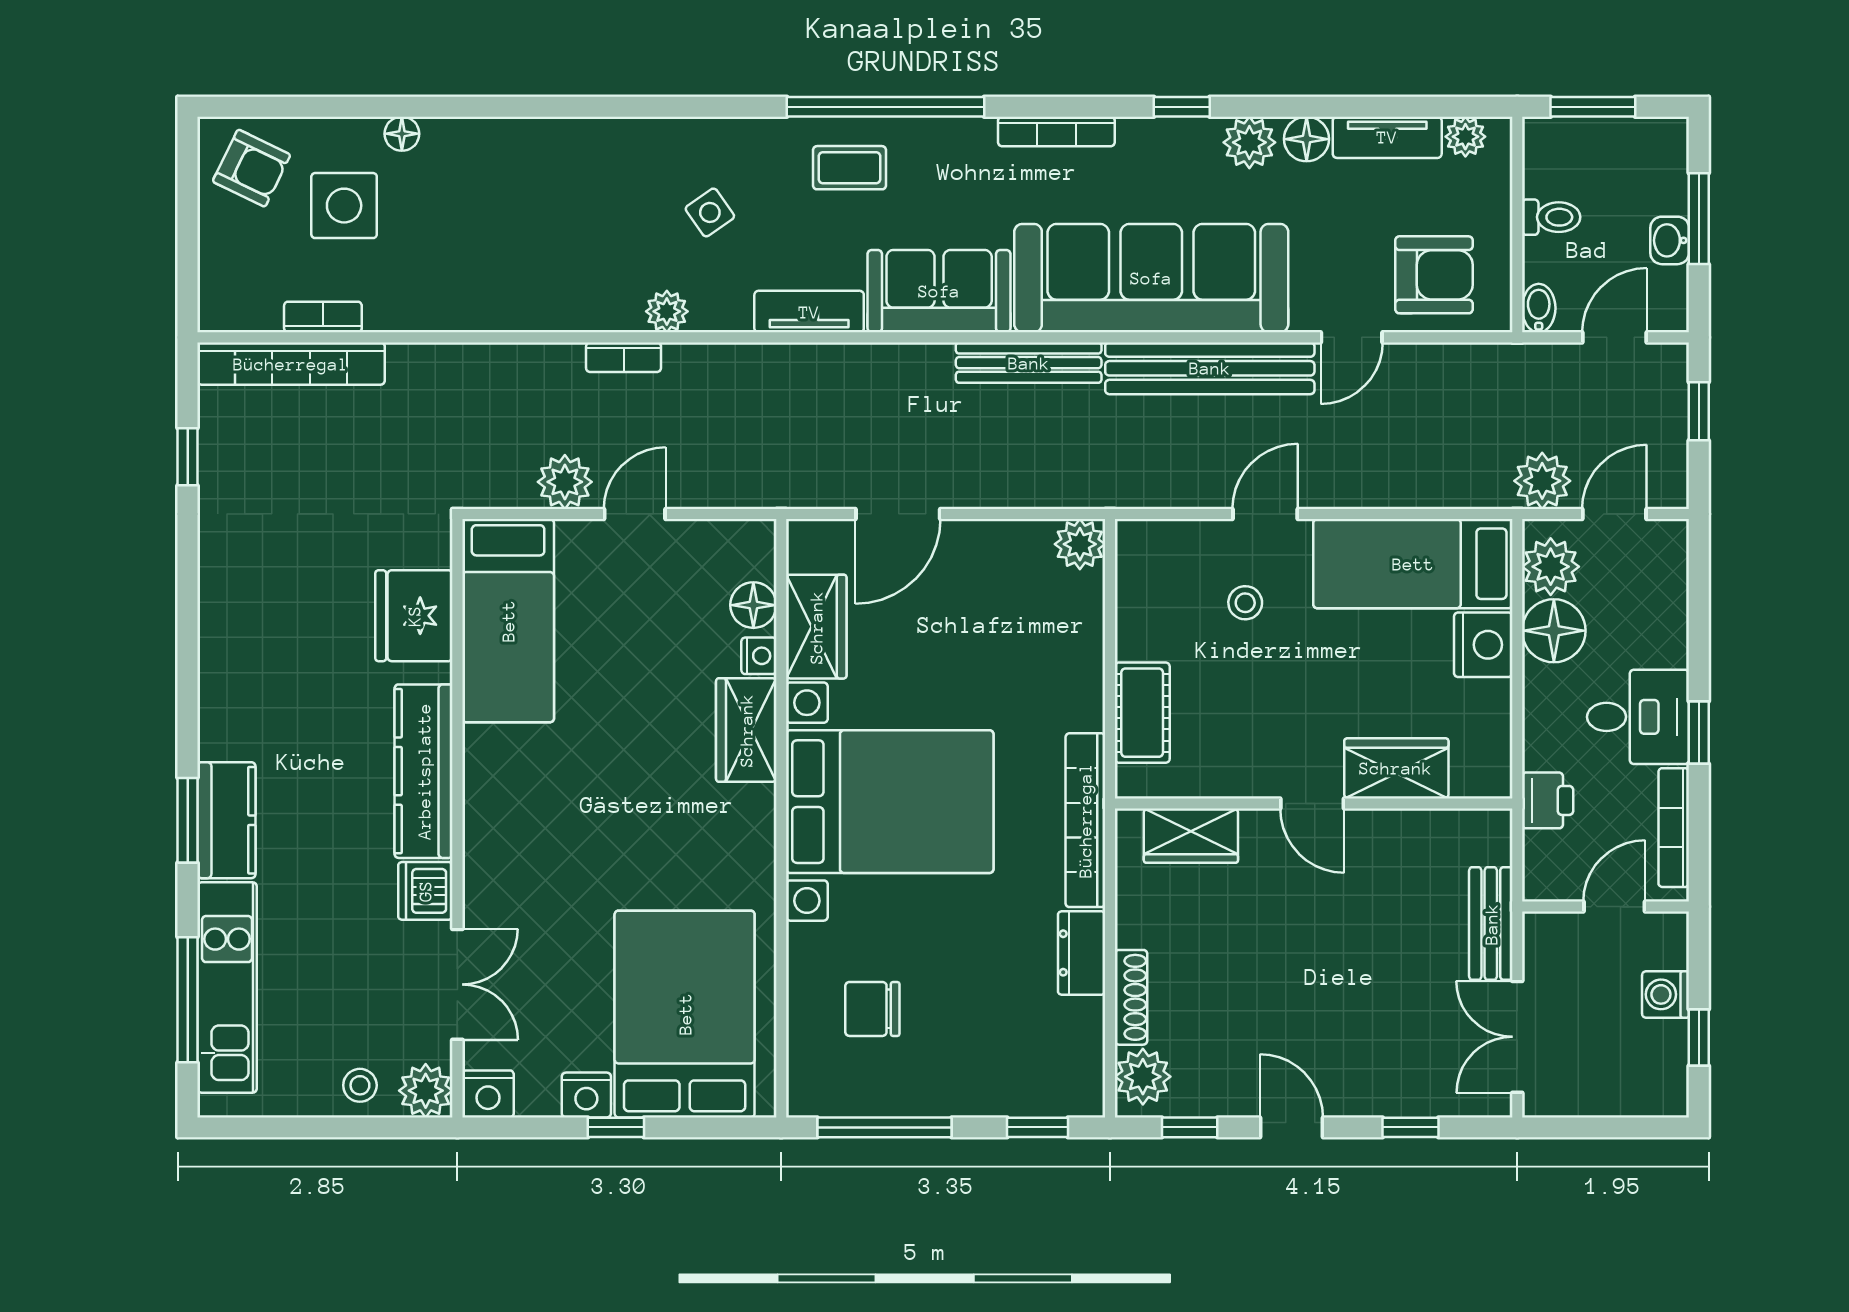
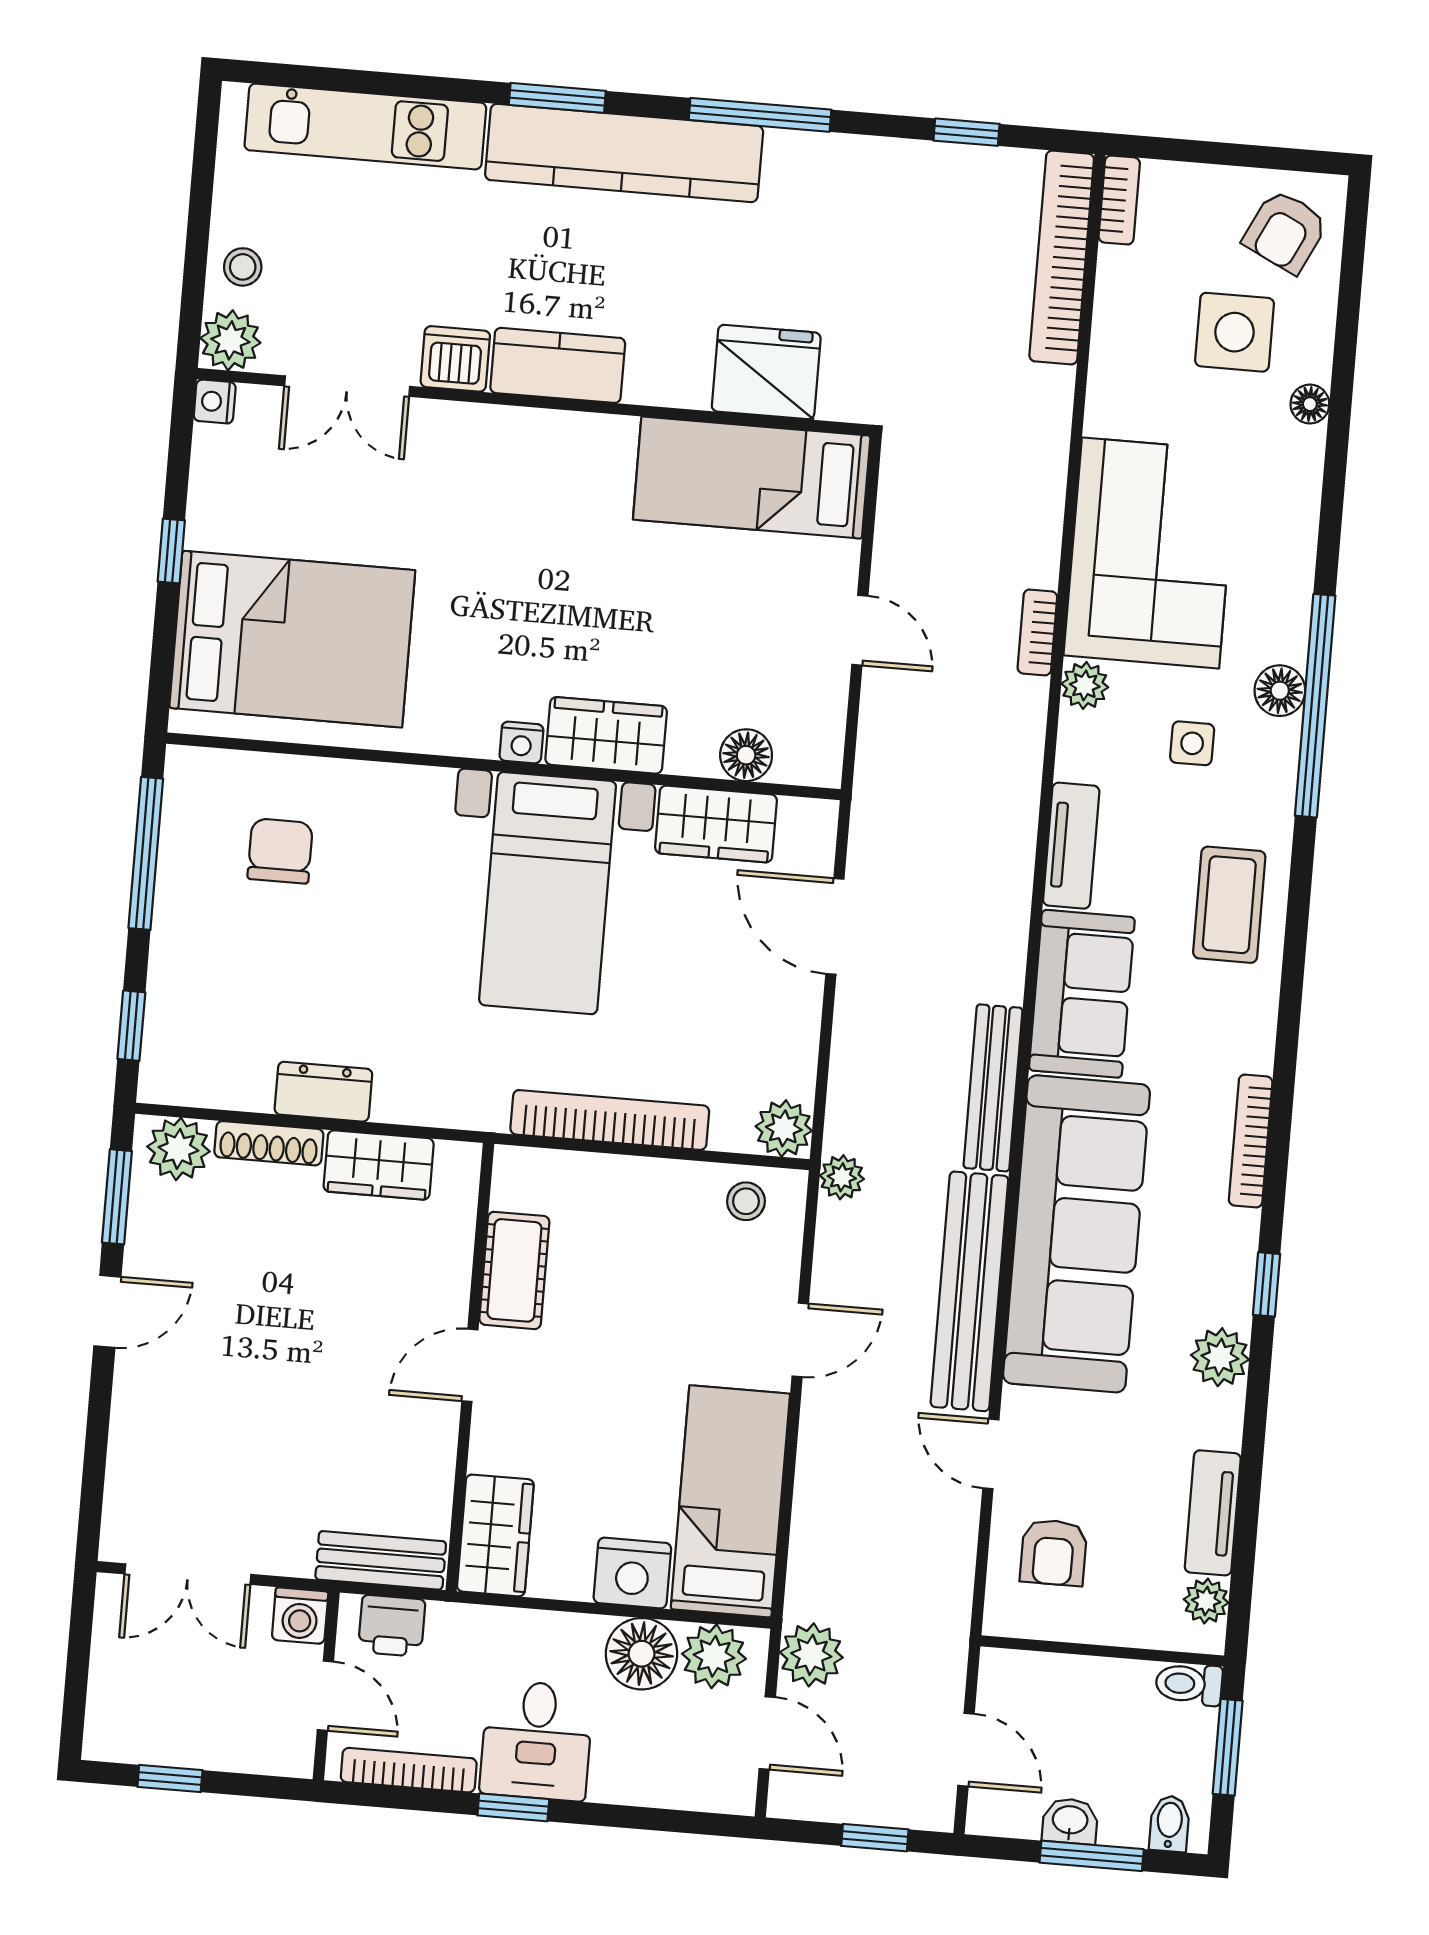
window: (886, 107) -> (1315, 706), moved
floor lamp: (1307, 139) -> (1280, 691), moved
coffee table: (849, 168) -> (1229, 905), width x1.36, depth x1.30
side table: (710, 212) -> (1192, 743), turned 35
toilet: (1551, 217) -> (1189, 1684), moved, turned 90
corner sofa: (545, 263) -> (1150, 553), added
armchair: (1434, 275) -> (1053, 1552), width x0.72, depth x0.72
bidet: (1539, 308) -> (1169, 1824), moved, turned -90
bookcase: (323, 317) -> (1119, 200), moved
plant: (565, 482) -> (842, 1177), moved, width x0.73, depth x0.73
door: (1265, 514) -> (800, 1340), hinge flipped
stool: (1245, 603) -> (746, 1201), moved
nightstand: (759, 656) -> (521, 743), moved
cot: (1142, 713) -> (514, 1270), moved, turned 90
wardrobe: (1396, 768) -> (495, 1535), moved
kitchen counter: (424, 771) -> (558, 365), width x0.67
printer: (1548, 800) -> (392, 1626), moved
bed with nightstands: (890, 802) -> (548, 893), width x0.73
kitchen counter: (226, 820) -> (624, 153), width x2.08, depth x1.17
bookcase: (1085, 820) -> (610, 1120), moved
wardrobe: (1191, 836) -> (379, 1165), moved, turned -90
bench: (1491, 924) -> (381, 1560), moved
washing machine: (1666, 994) -> (300, 1616), moved, turned 180
window: (188, 1000) -> (760, 115), moved
double door: (1517, 1037) -> (188, 1574), swing flipped
nightstand: (488, 1094) -> (215, 402), width x0.72, depth x0.74
nightstand: (586, 1095) -> (210, 521), removed
window: (1190, 1127) -> (117, 1197), width x1.50
window: (1410, 1127) -> (96, 1445), removed

